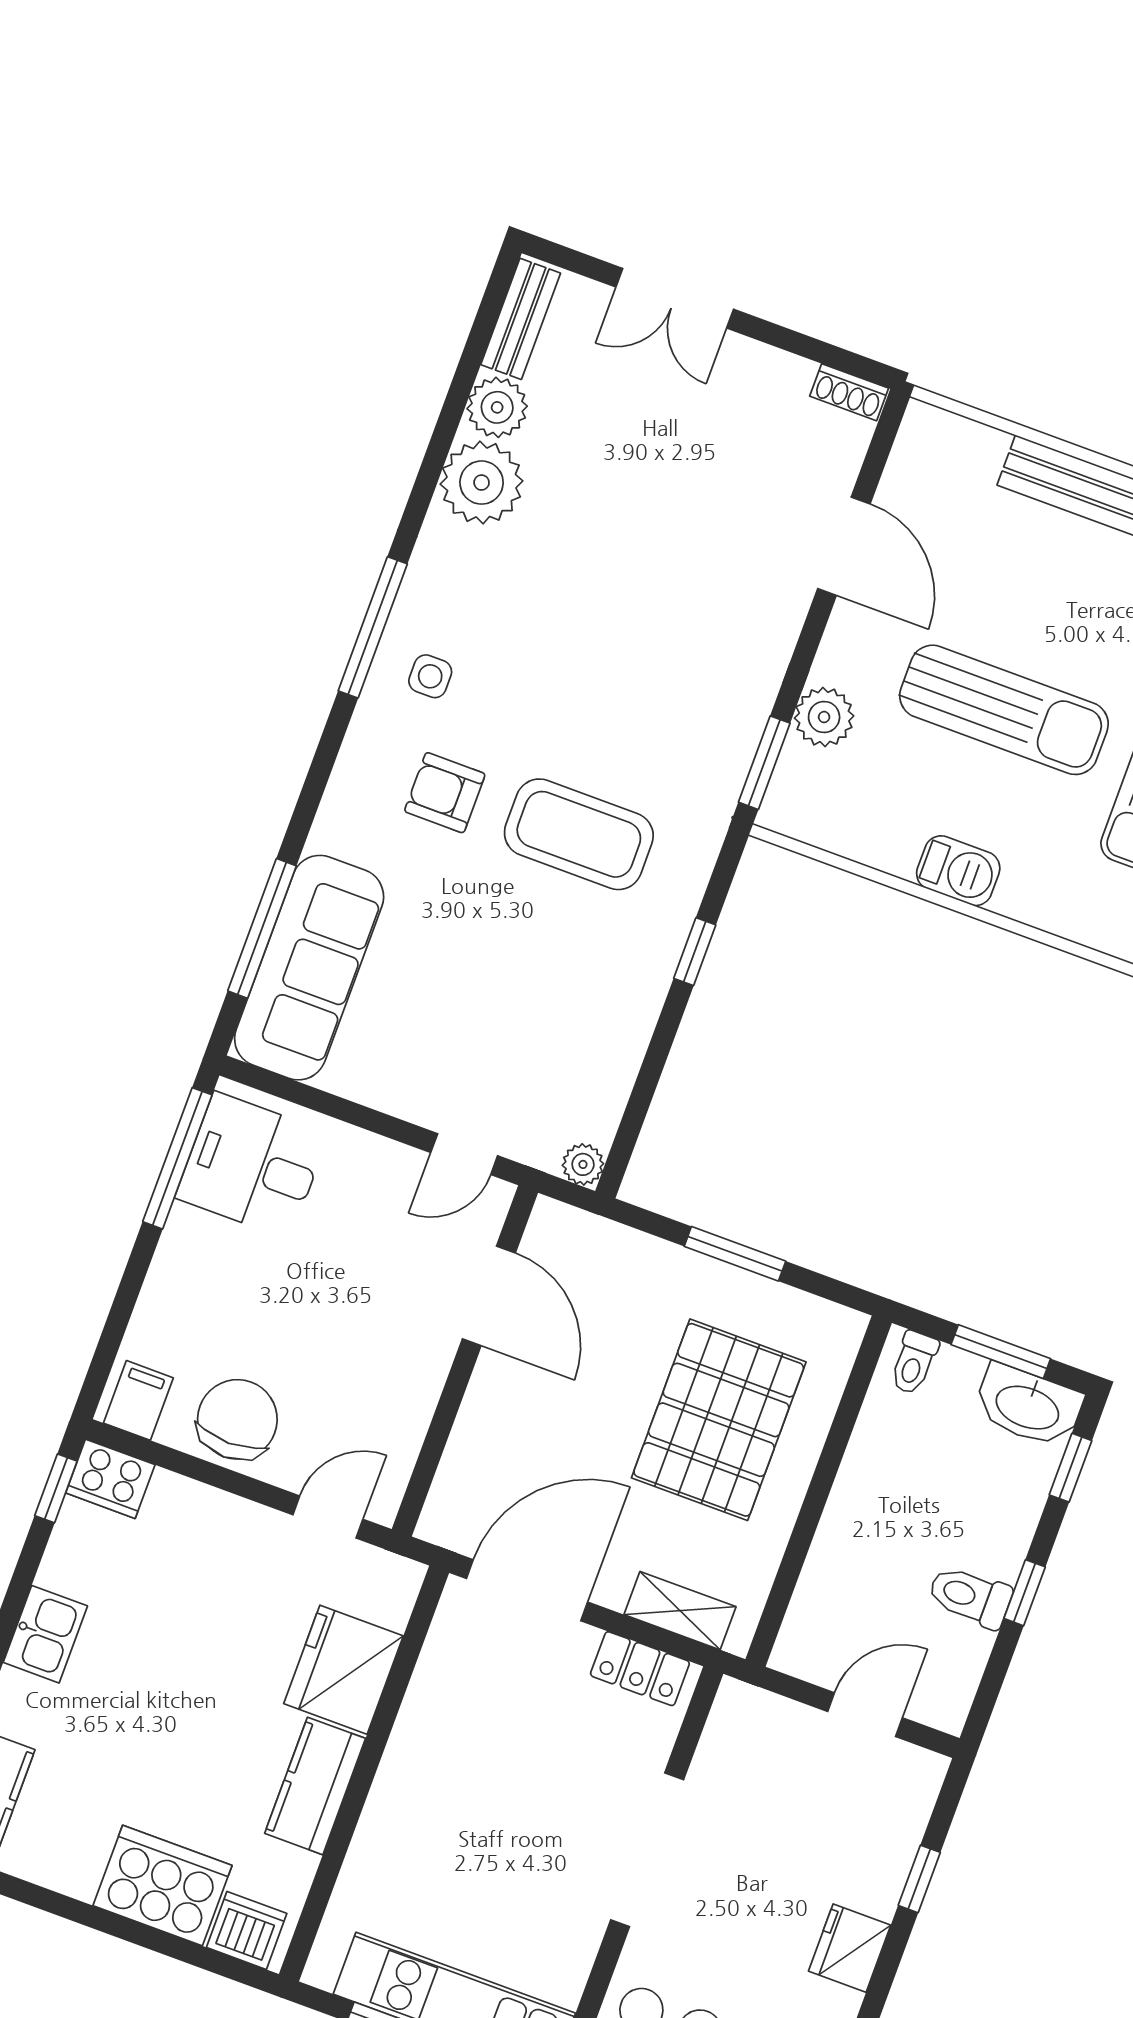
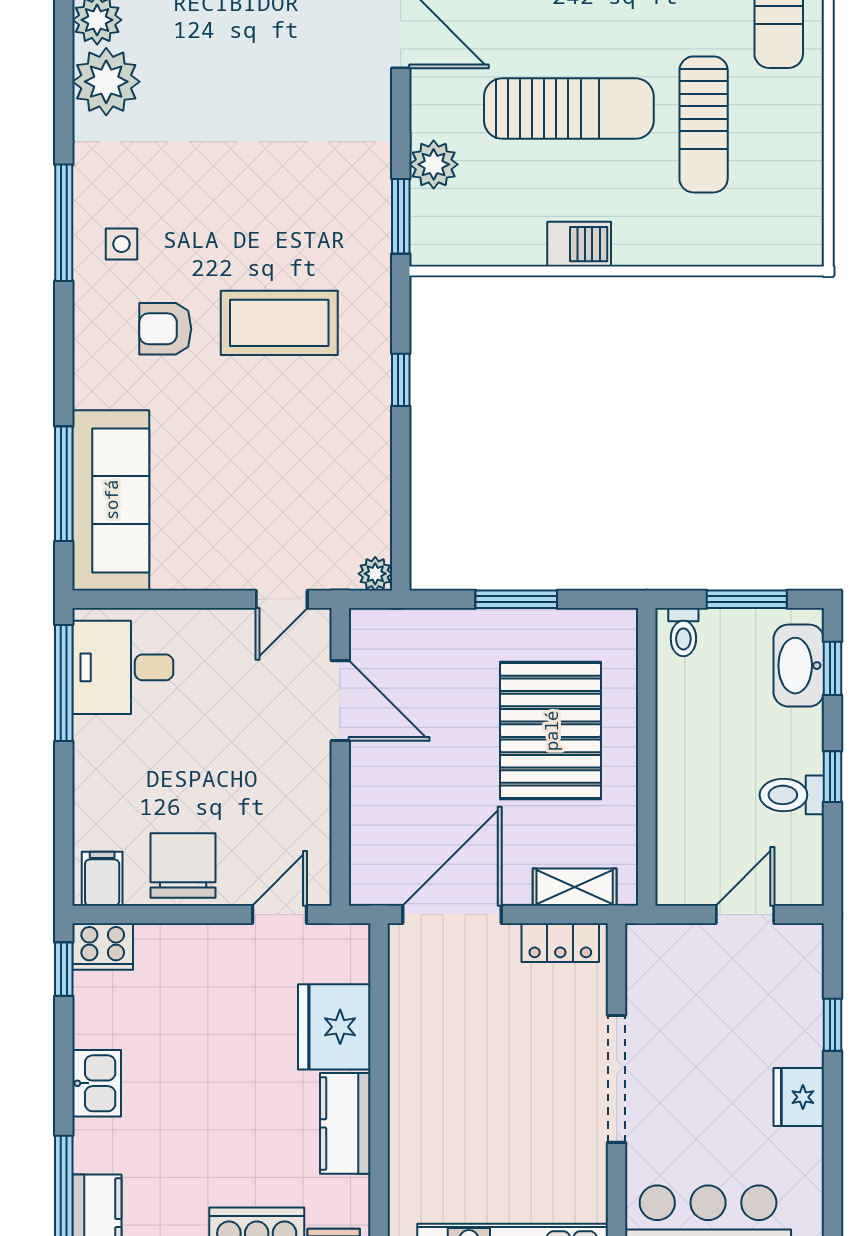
washbasin: (1028, 1406) -> (799, 666), moved, turned 90

